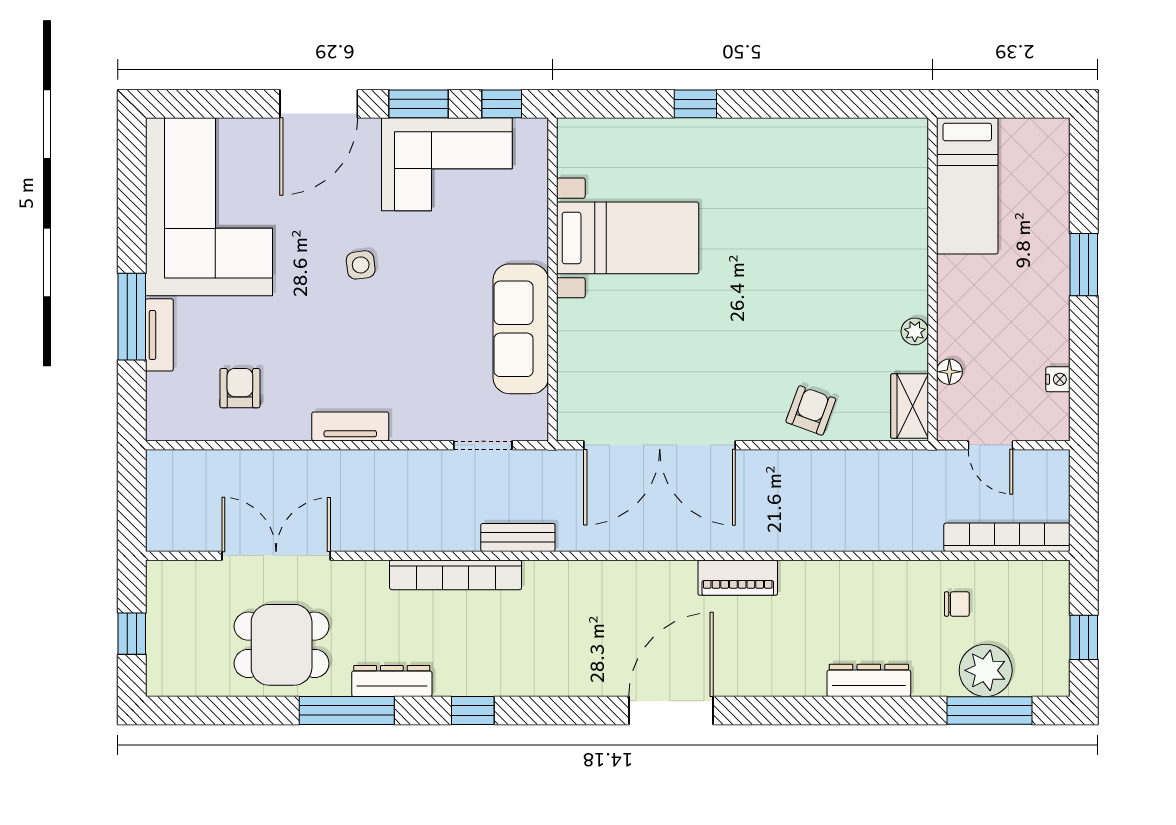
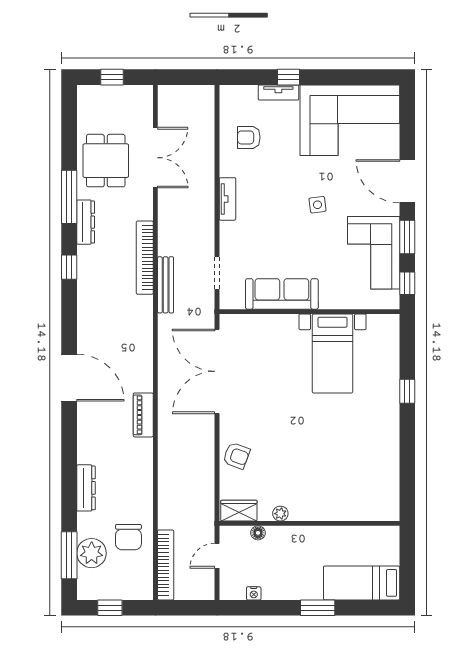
bed: (967, 186) -> (362, 583), moved
window: (132, 317) -> (289, 77), width x0.46
armchair: (240, 388) -> (249, 137), turned 180
bench: (518, 537) -> (166, 285), width x1.36
chair: (957, 604) -> (128, 537), width x1.87, depth x1.87

